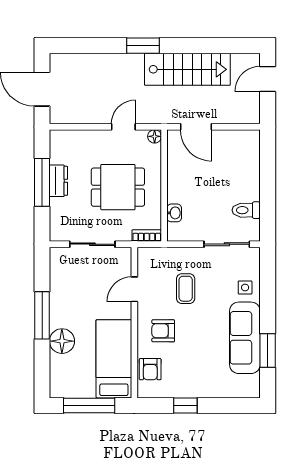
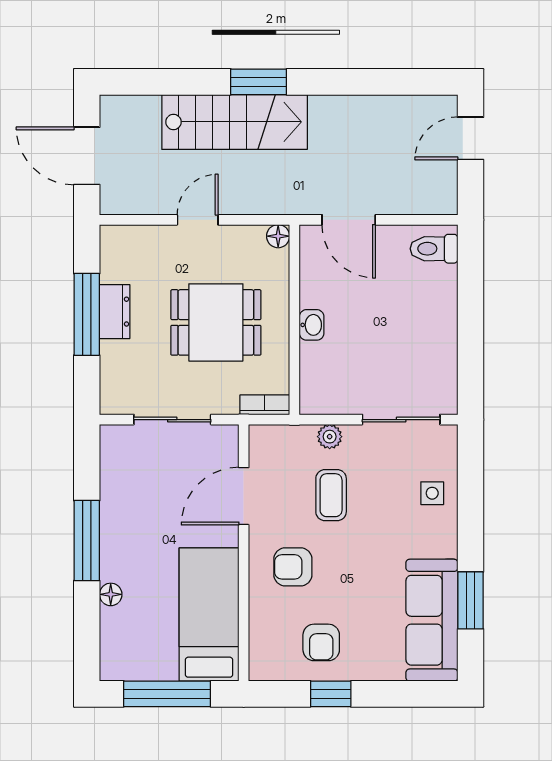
stairs: (187, 69) -> (235, 122), moved
door: (123, 127) -> (198, 220), moved
toilet: (246, 210) -> (434, 249), moved
washbasin: (174, 213) -> (312, 325), moved
plant: (185, 254) -> (330, 437), added
door: (134, 289) -> (244, 496), width x1.38
sofa: (245, 338) -> (432, 620), moved
floor lamp: (62, 341) -> (111, 594), width x0.53, depth x0.53
armchair: (150, 369) -> (321, 642), moved

